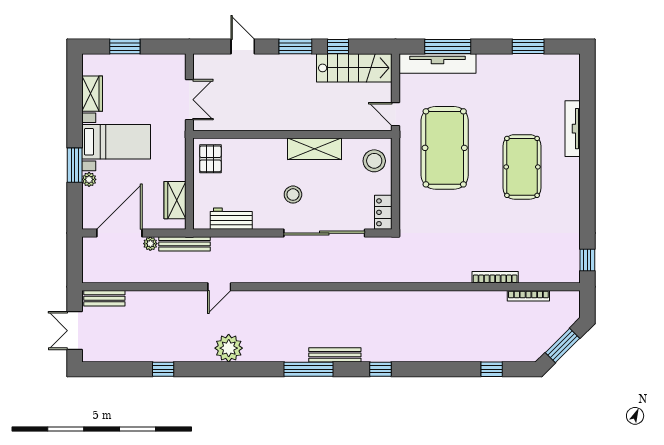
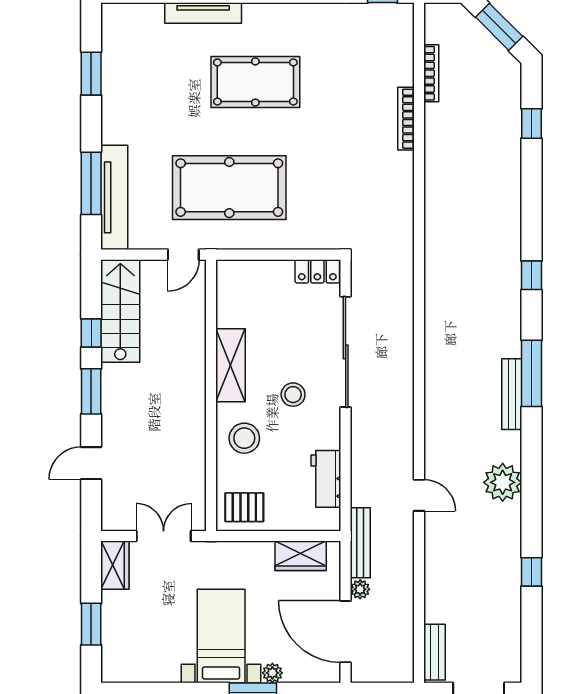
wardrobe: (92, 94) -> (115, 565), moved, turned 90
stool: (374, 161) -> (244, 438), moved
bench: (335, 355) -> (512, 394), moved

